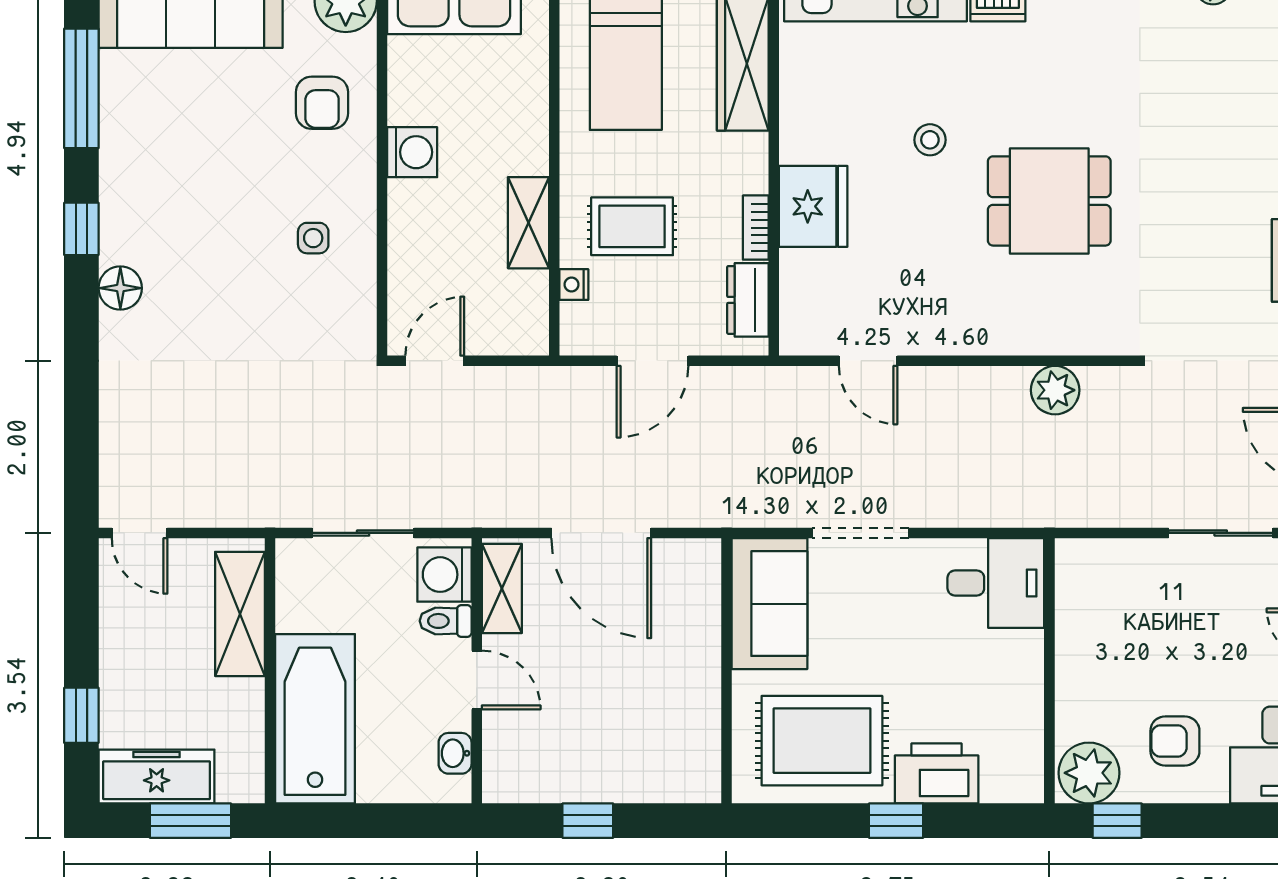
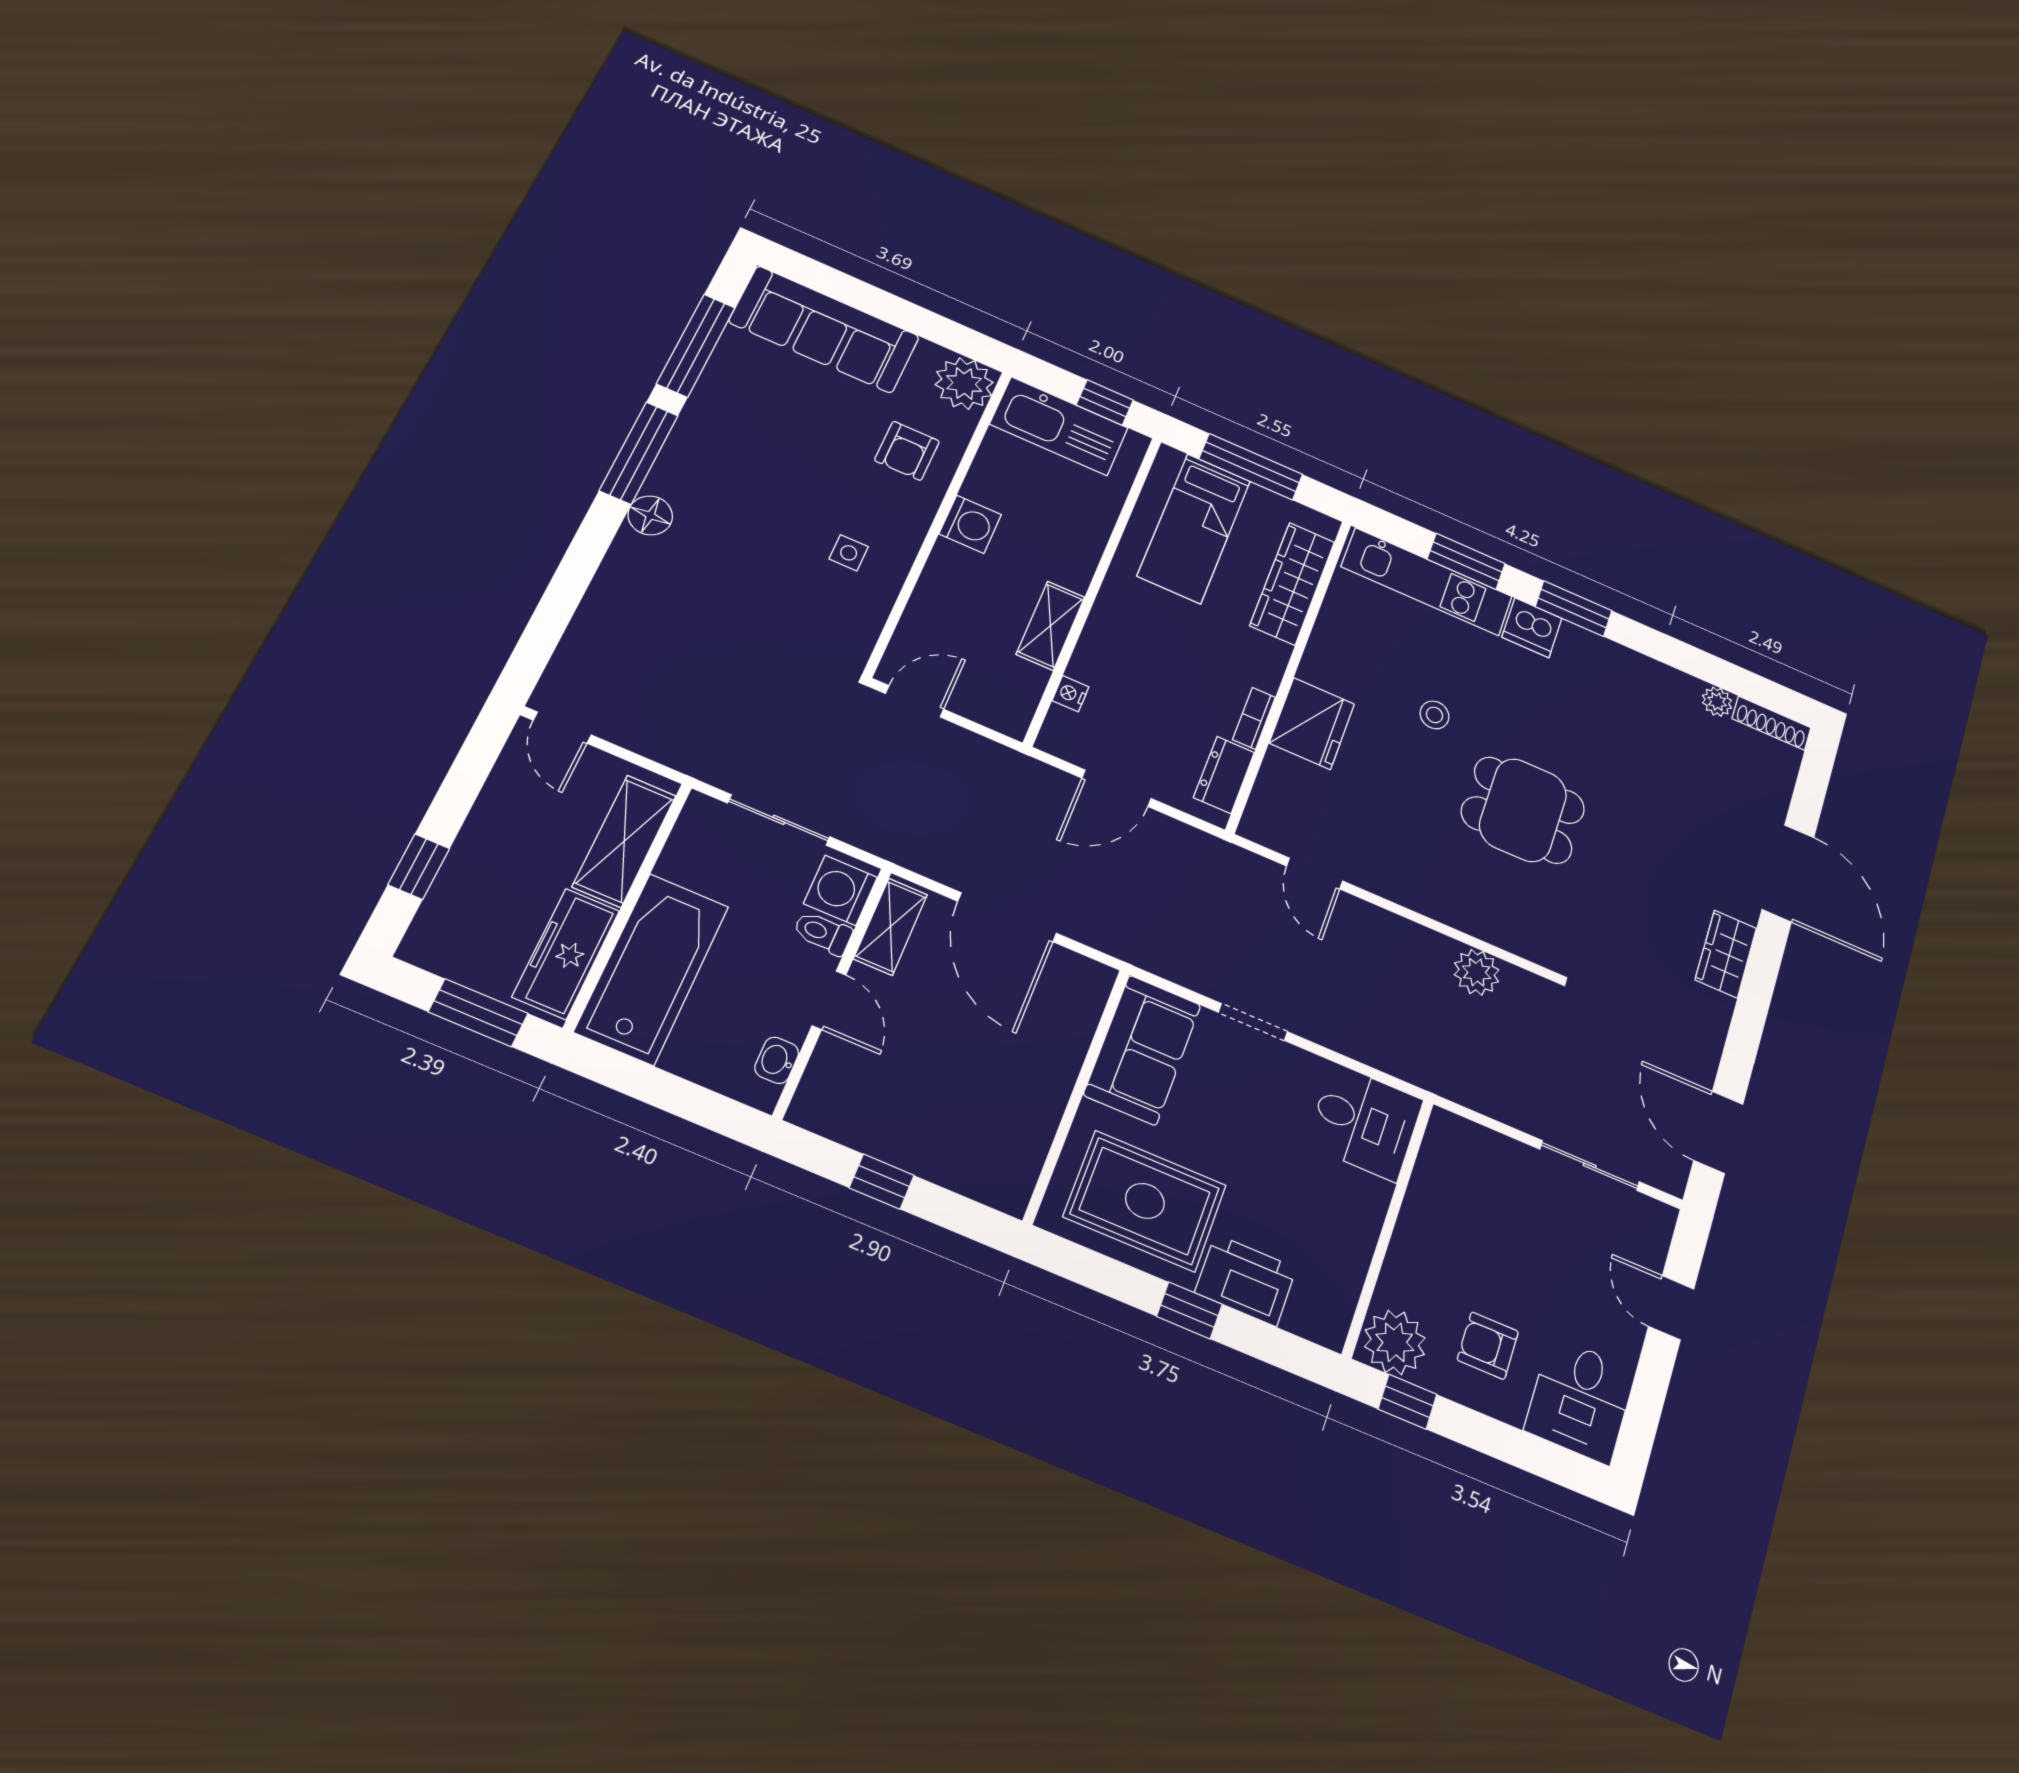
rug: (632, 226) -> (1143, 669), removed
window: (81, 229) -> (639, 453), width x2.17
doorway: (861, 533) -> (1253, 1022), width x0.73
freezer: (157, 777) -> (566, 954), moved, turned -90

